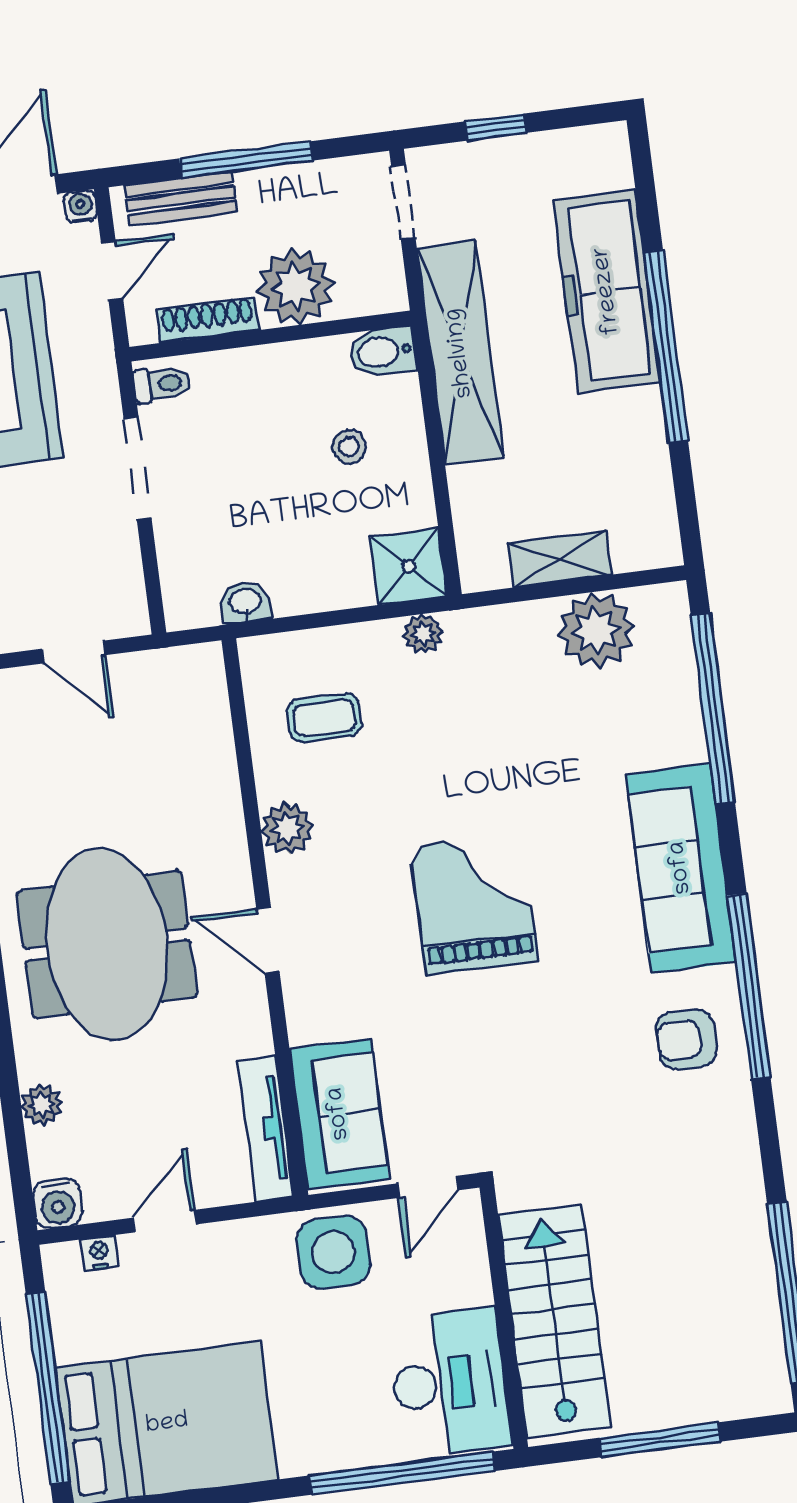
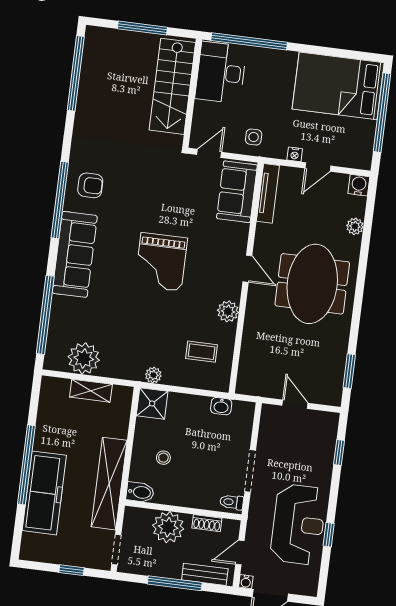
shoe rack: (207, 320) -> (207, 523), width x0.70
side table: (333, 1252) -> (254, 137), width x0.54, depth x0.54
nightstand: (99, 1253) -> (295, 154), moved

